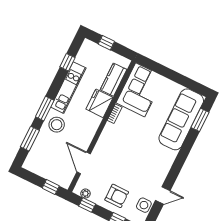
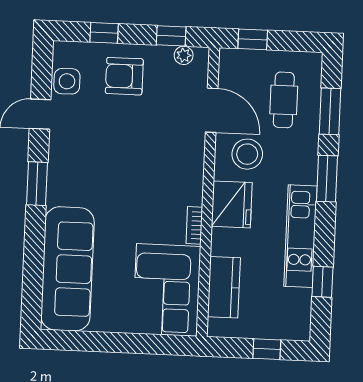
fridge: (100, 103) -> (232, 204), moved
window: (200, 120) -> (37, 184), moved
stool: (57, 125) -> (247, 154), moved
cafe table: (49, 153) -> (284, 100), added

